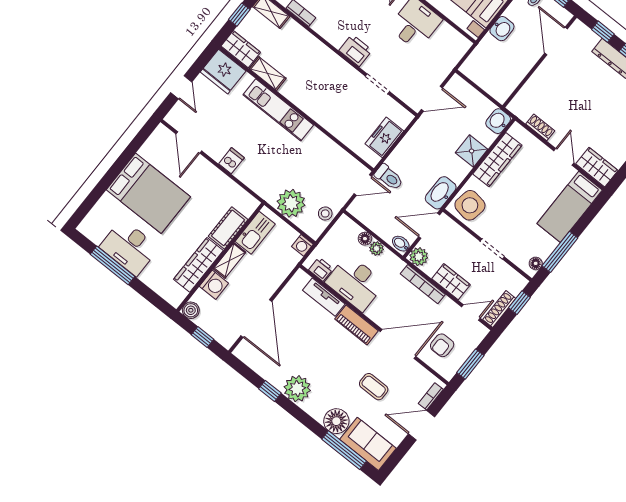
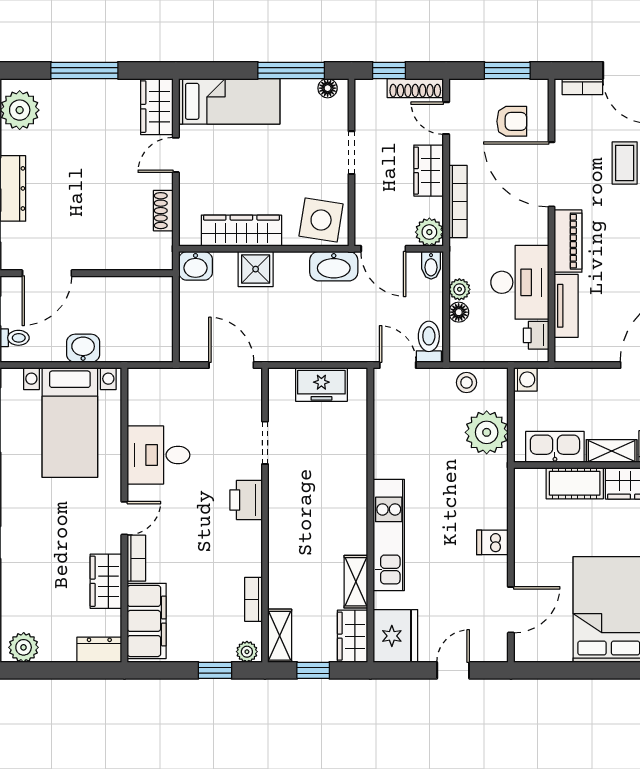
toilet: (389, 177) -> (429, 342), moved

